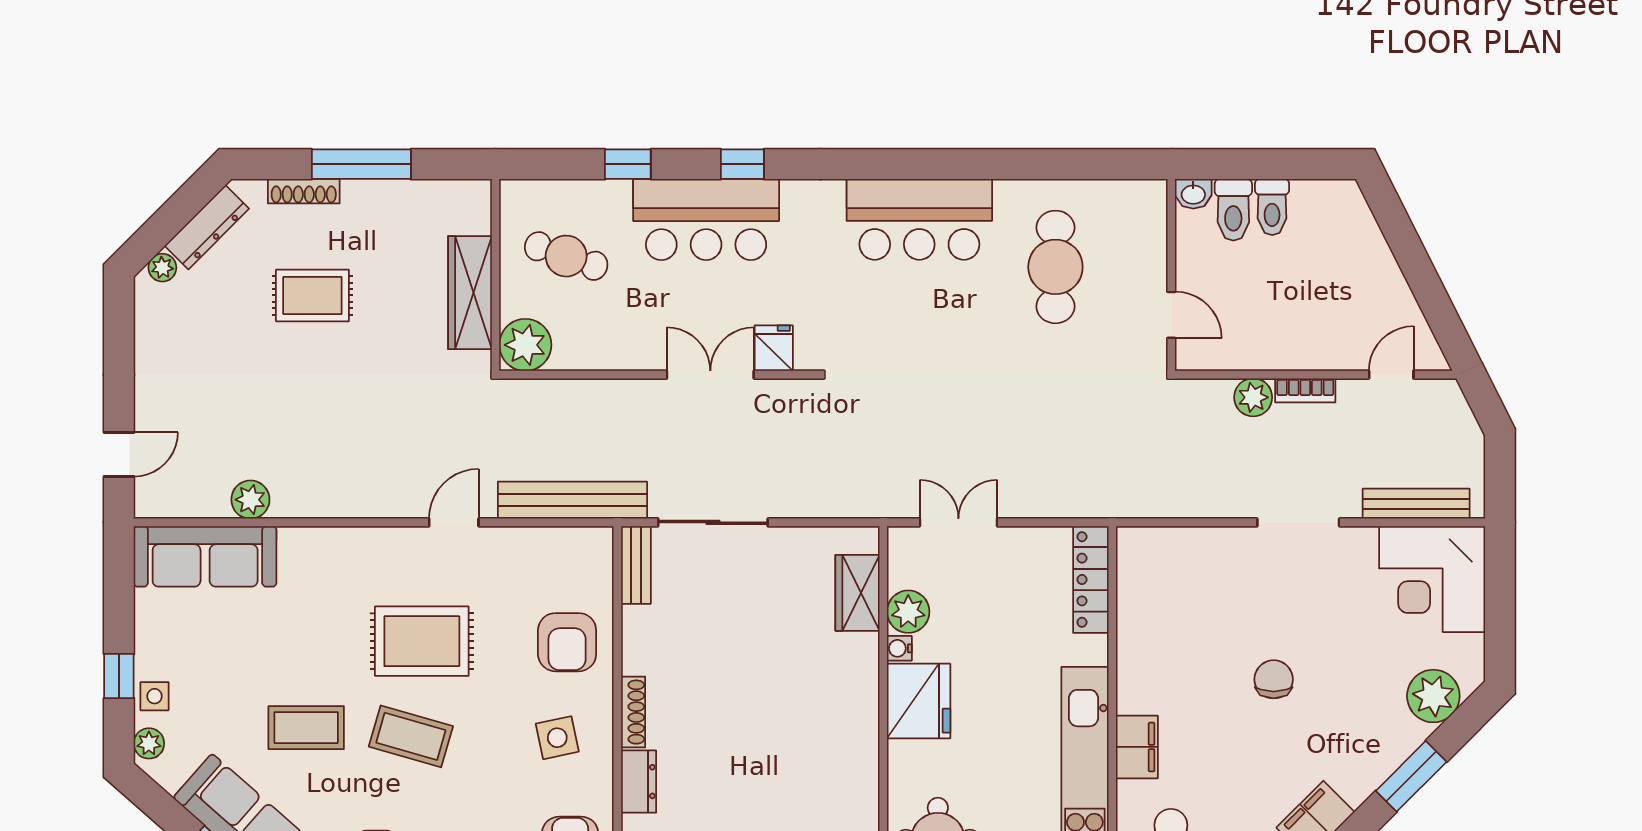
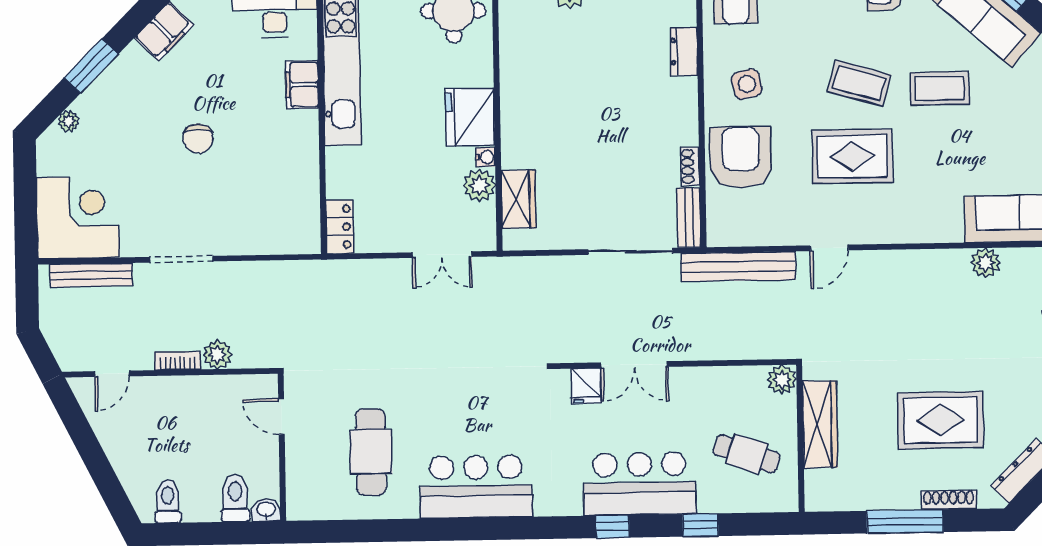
toilet: (1272, 207) -> (168, 501), moved
rug: (312, 295) -> (941, 420), width x1.36, depth x1.43
plant: (525, 345) -> (782, 380), width x0.73, depth x0.73
locker: (1091, 580) -> (340, 227), width x0.66
armchair: (567, 642) -> (741, 157), width x1.36, depth x1.36
plant: (1433, 696) -> (68, 121), width x0.53, depth x0.53
shoe rack: (633, 712) -> (690, 166), moved, width x0.70

